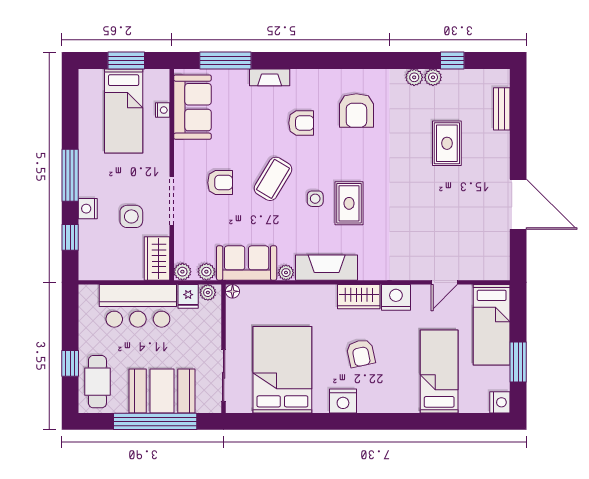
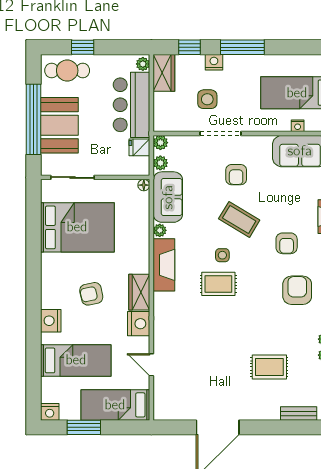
armchair: (356, 111) -> (297, 290), turned 90
wardrobe: (157, 258) -> (164, 73), moved, turned 90
plant: (208, 292) -> (143, 64), moved
nightstand: (343, 401) -> (51, 321), moved

